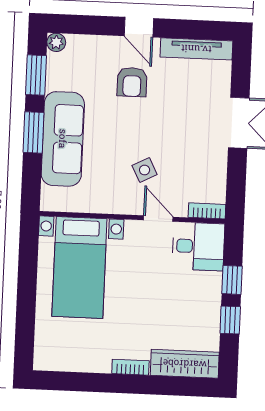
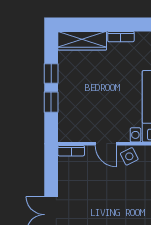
side table: (145, 170) -> (129, 156), moved
desk: (198, 246) -> (76, 125), removed

